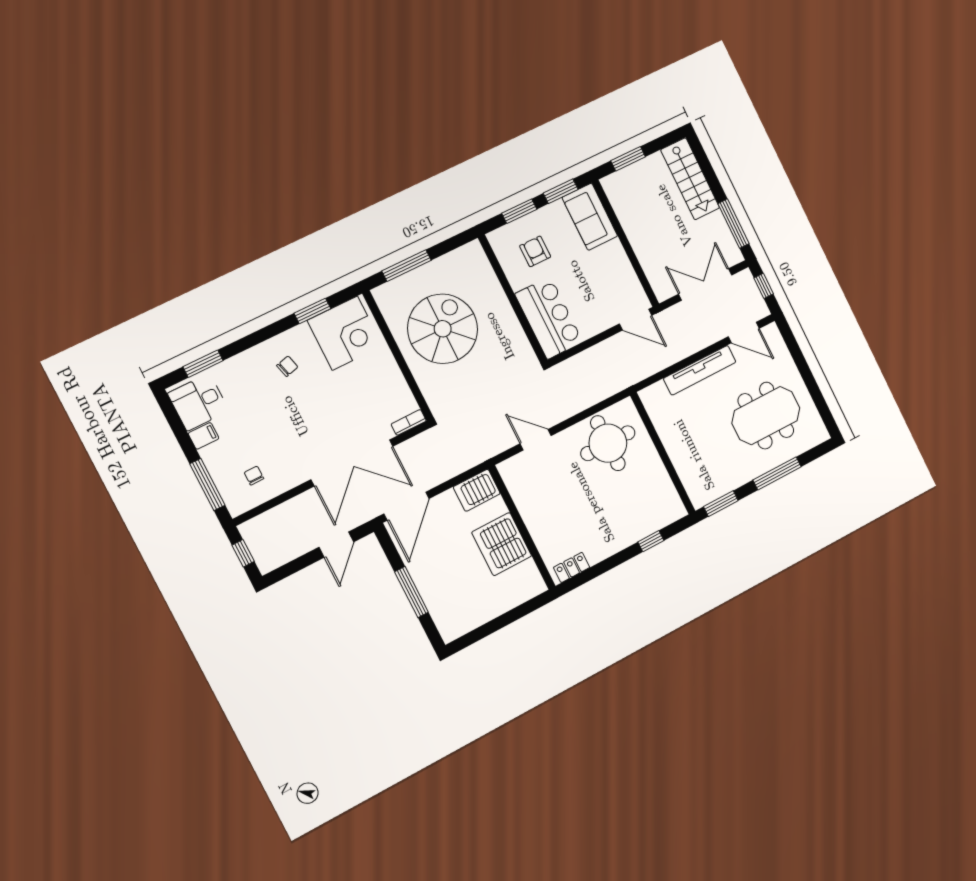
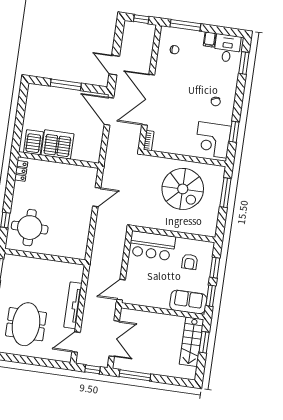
stairs: (690, 179) -> (192, 342), moved, turned -90
armchair: (535, 251) -> (190, 262), turned 90
round table: (608, 443) -> (30, 228), moved
server rack: (477, 490) -> (33, 142), moved

